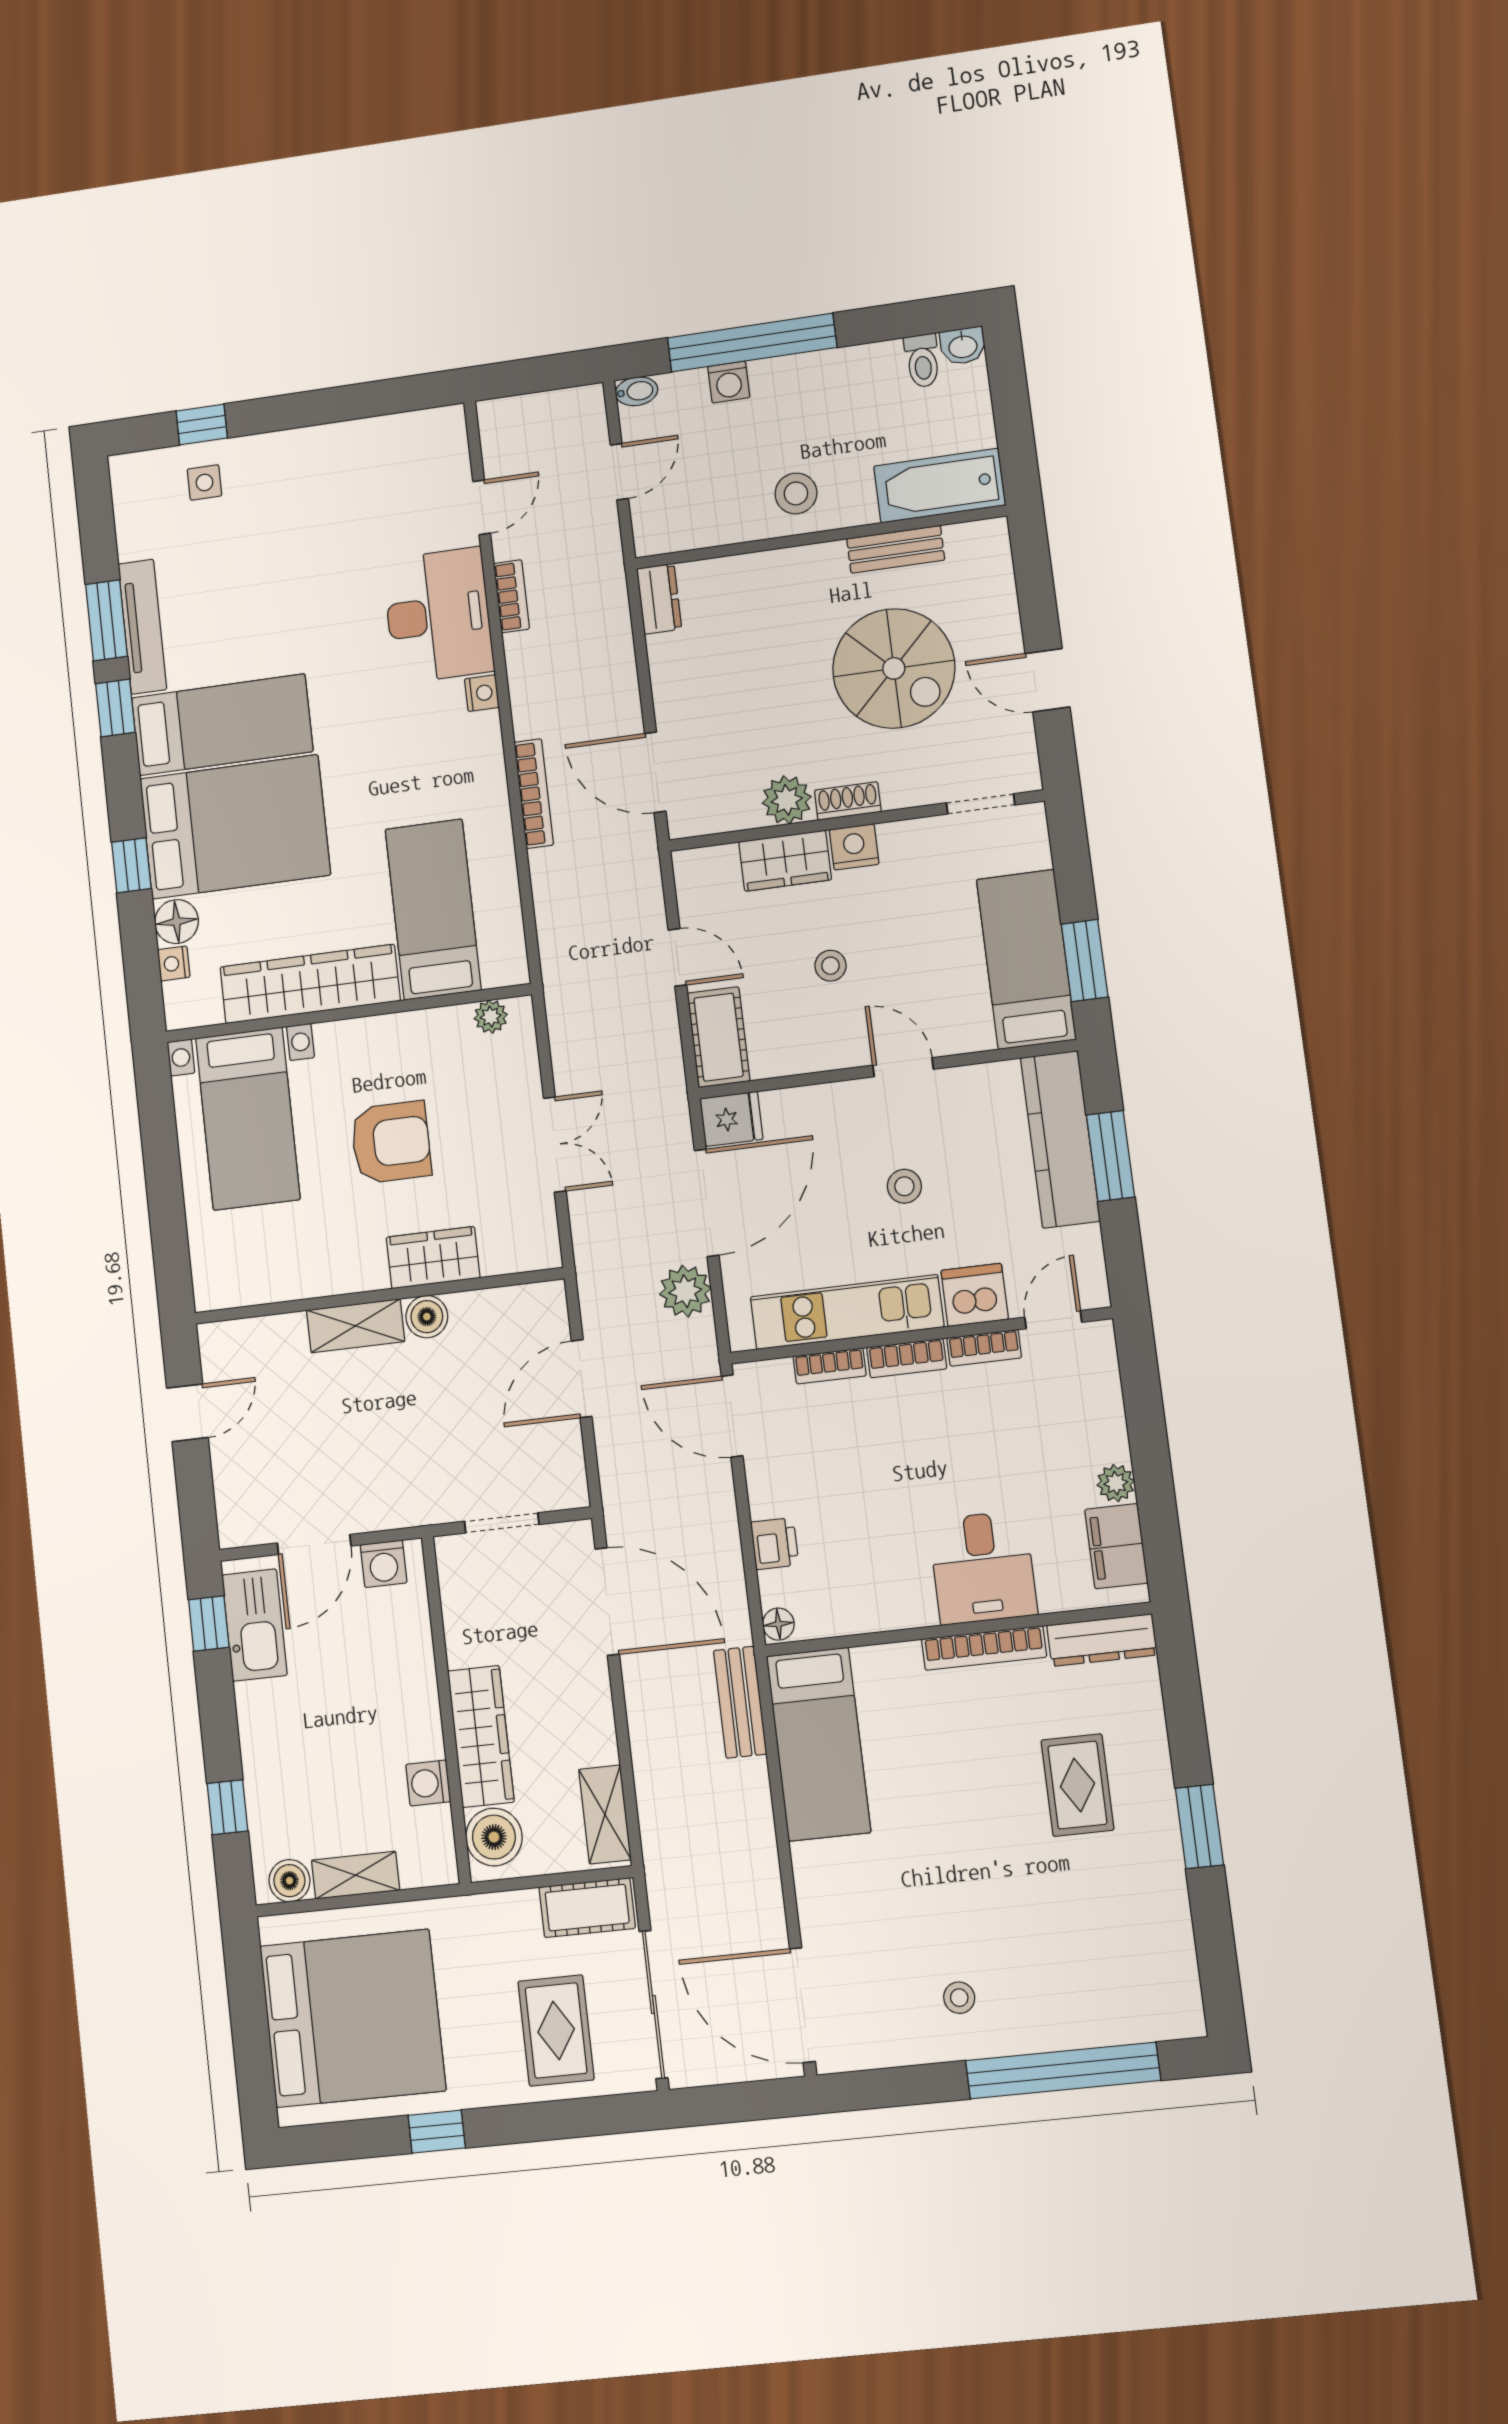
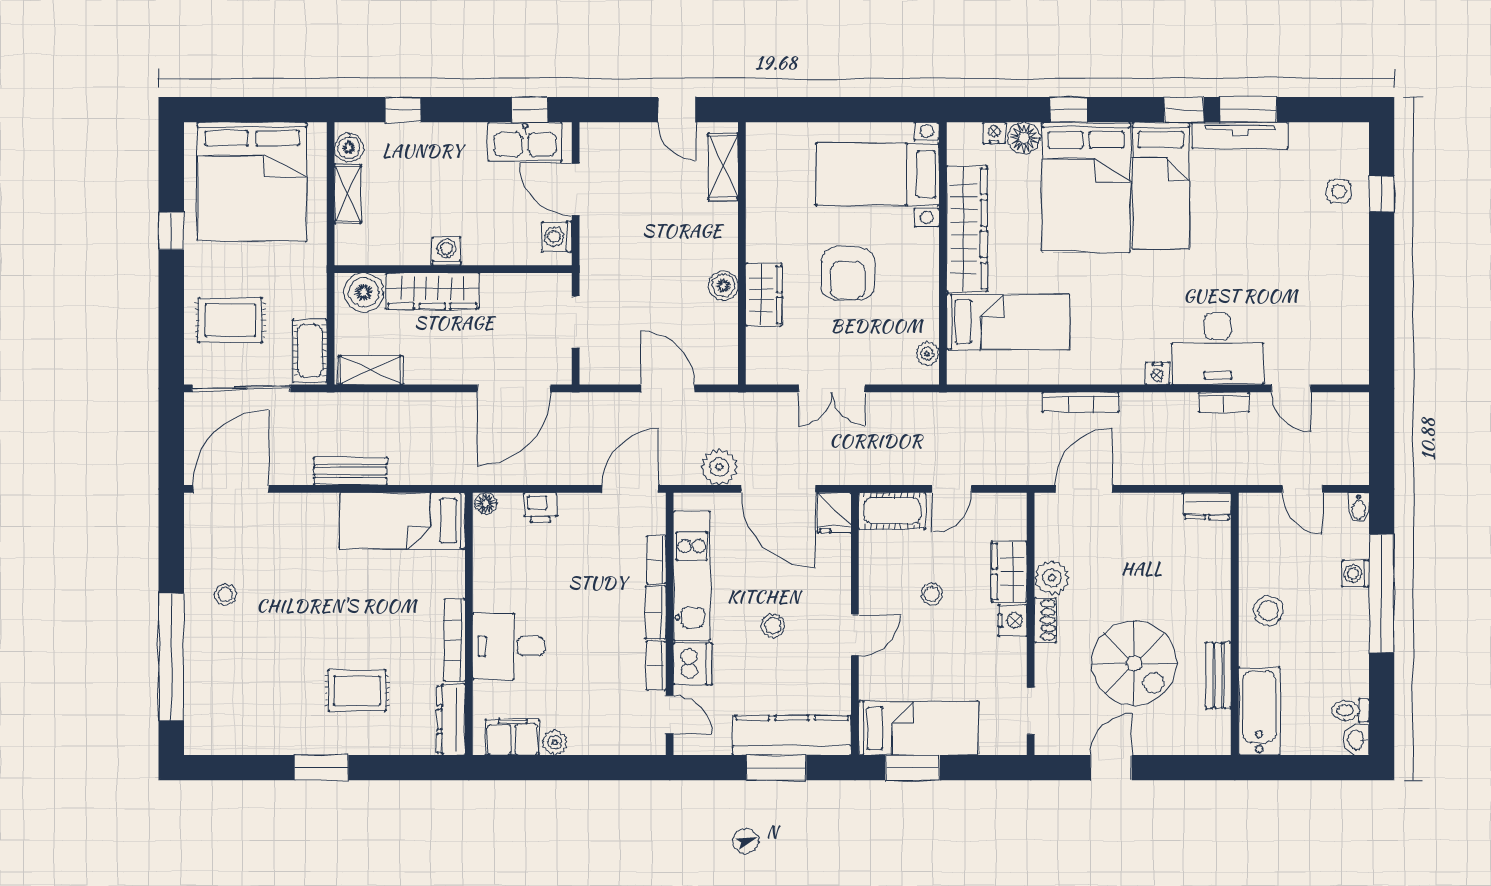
spiral stairs: (894, 668) -> (1134, 663), turned -90
shelving: (356, 1326) -> (723, 167), moved
bench: (740, 1702) -> (350, 471), moved
washing machine: (428, 1783) -> (446, 251), moved

